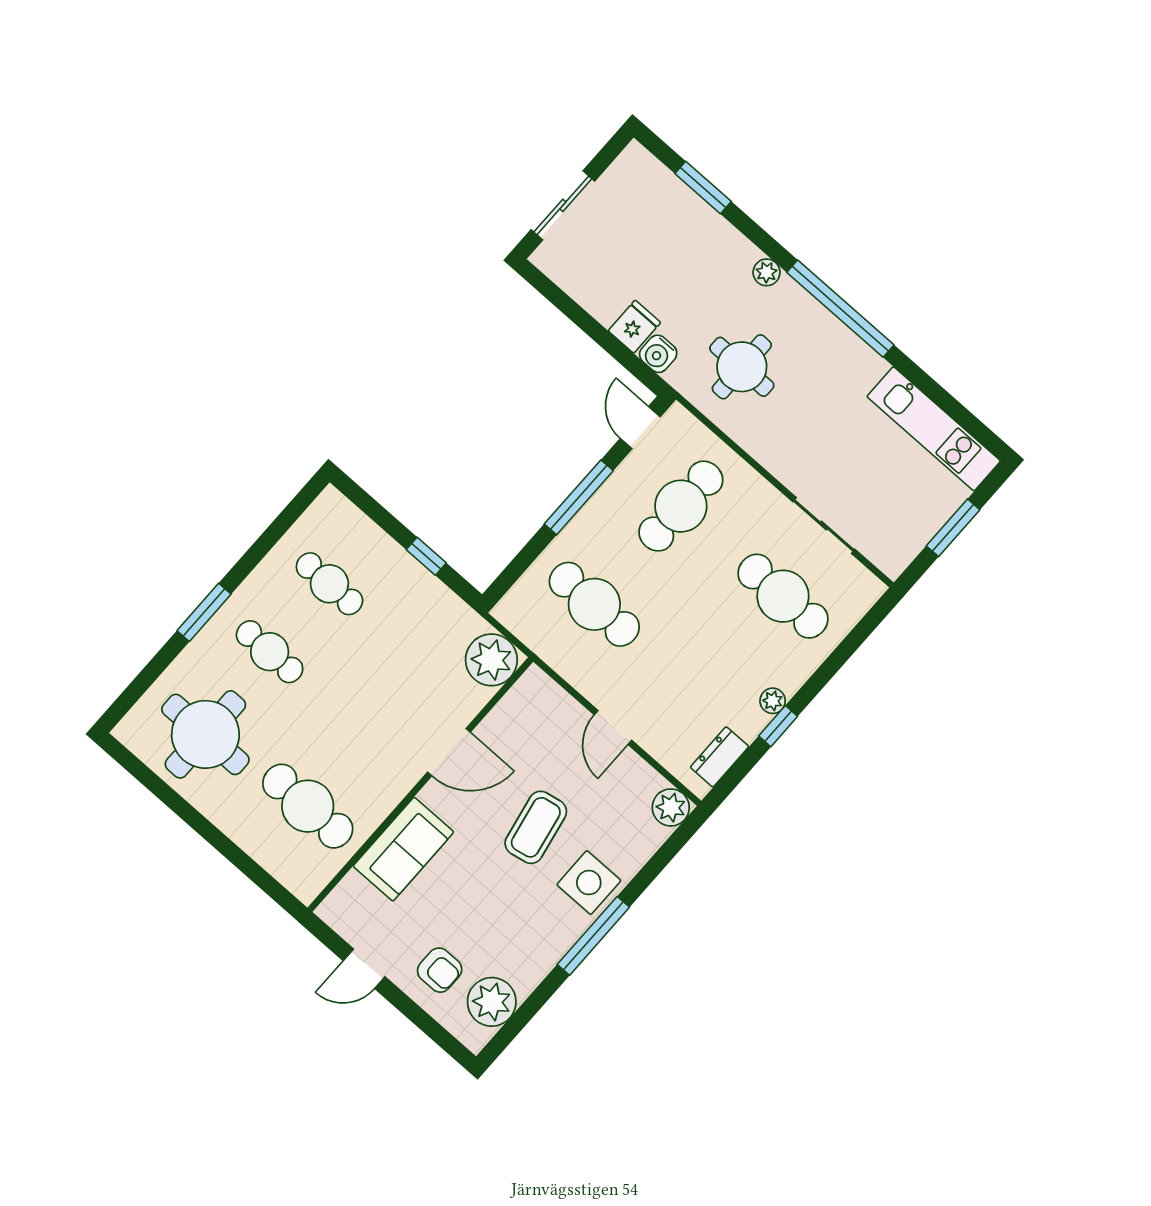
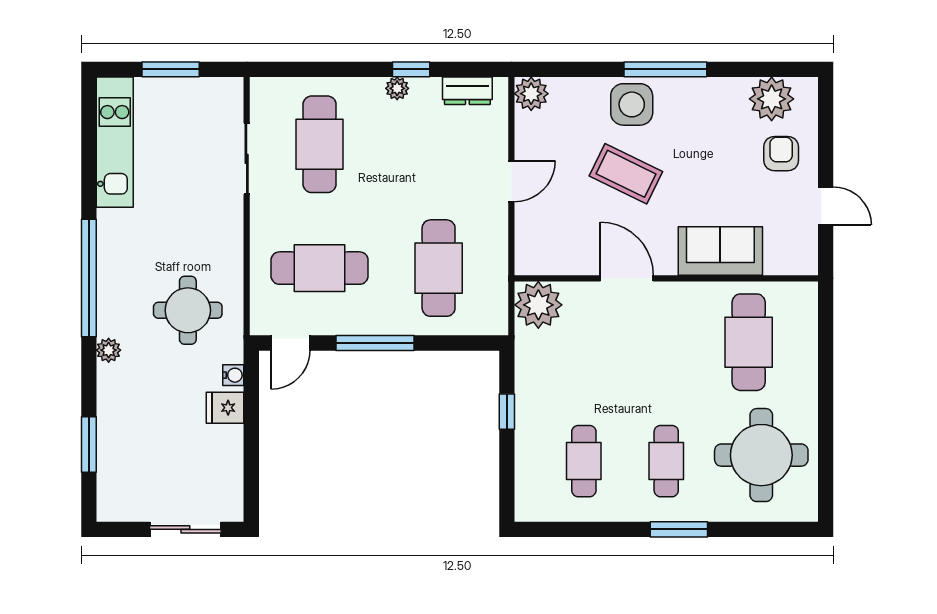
water cooler: (658, 354) -> (233, 375), width x0.72, depth x0.72
coffee table: (536, 827) -> (626, 174), turned 37

